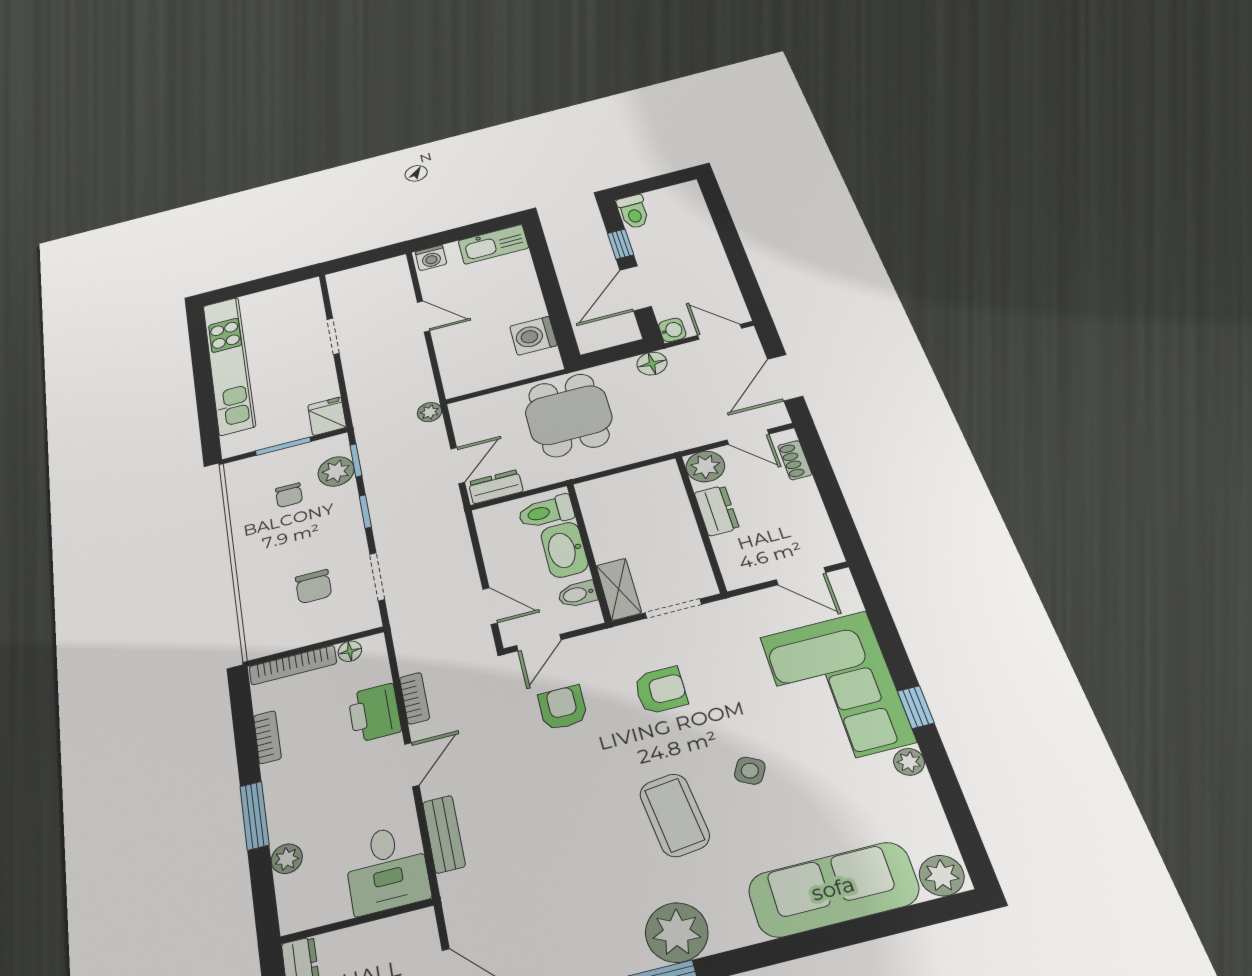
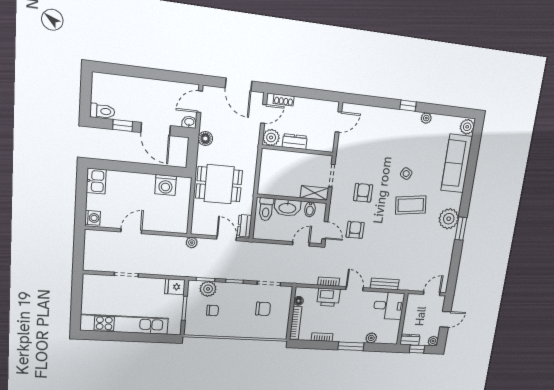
kitchen sink: (493, 244) -> (96, 181), width x0.73
corner sofa: (836, 689) -> (389, 130), removed
armchair: (563, 708) -> (355, 230), turned 90

